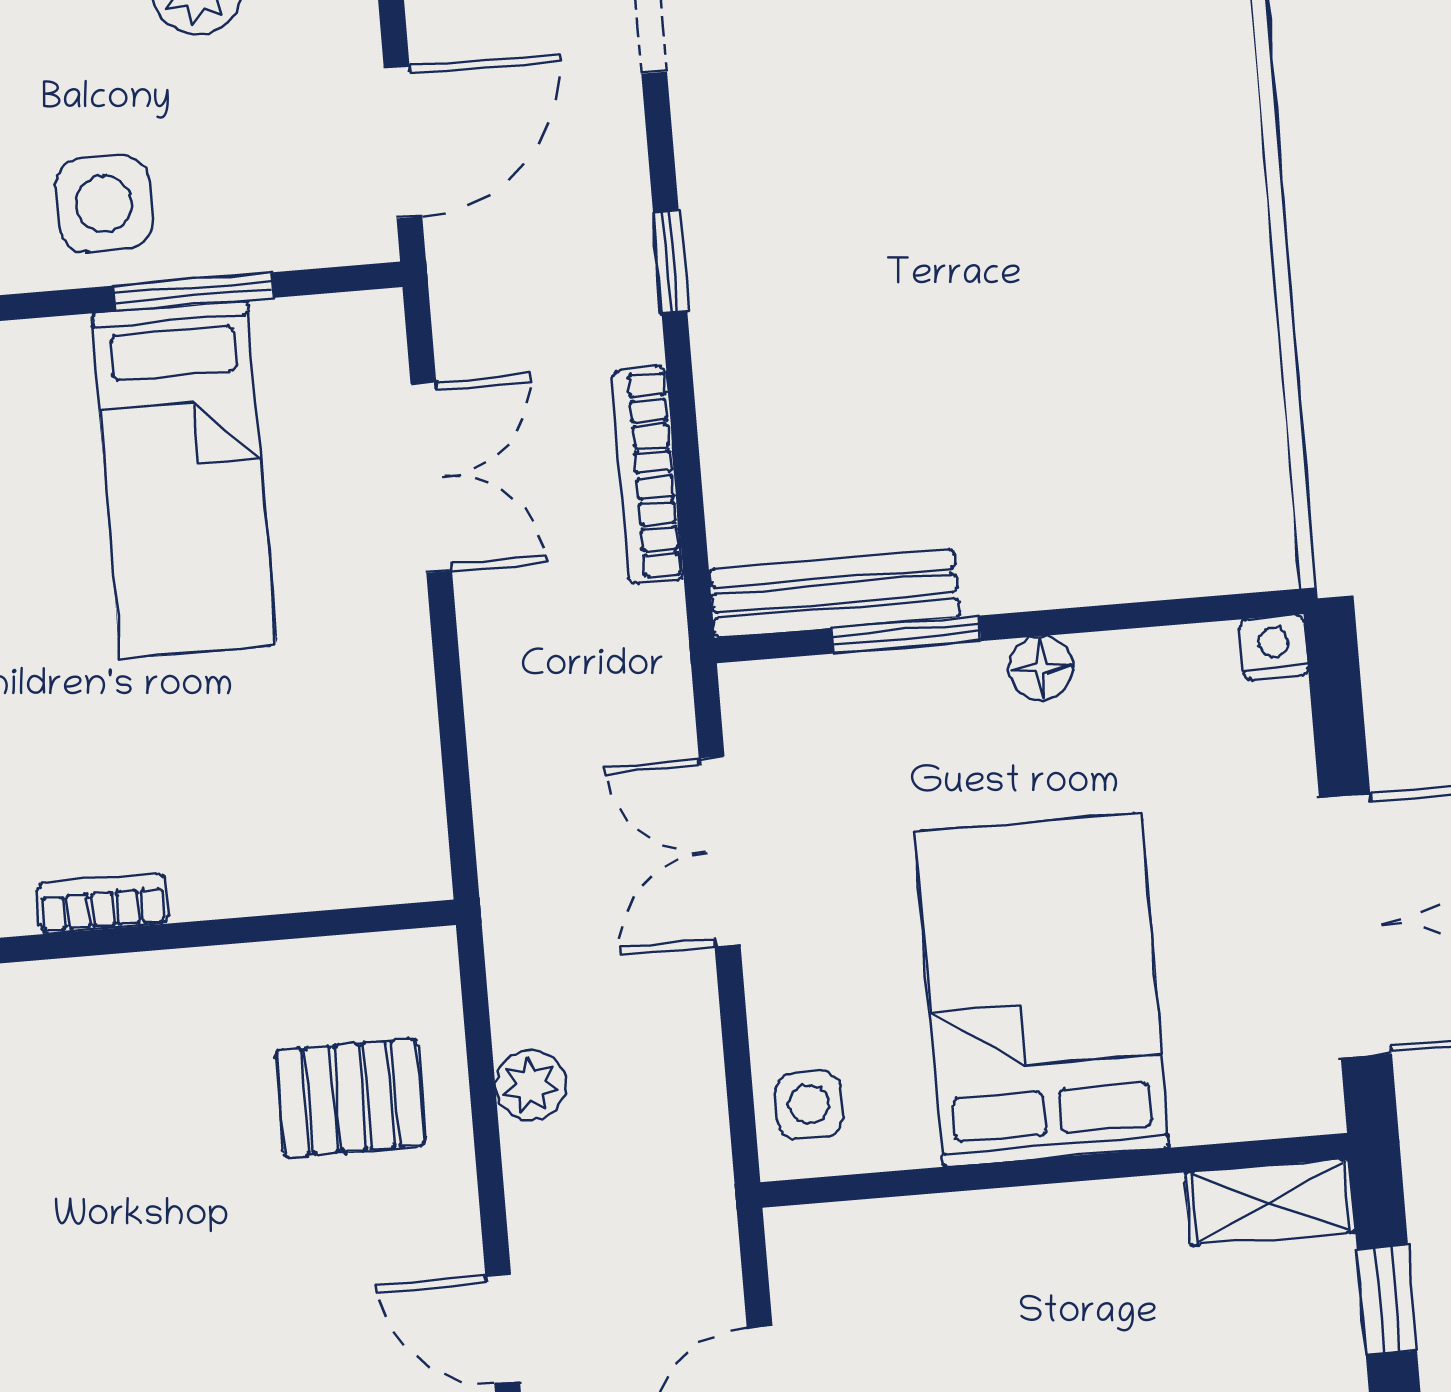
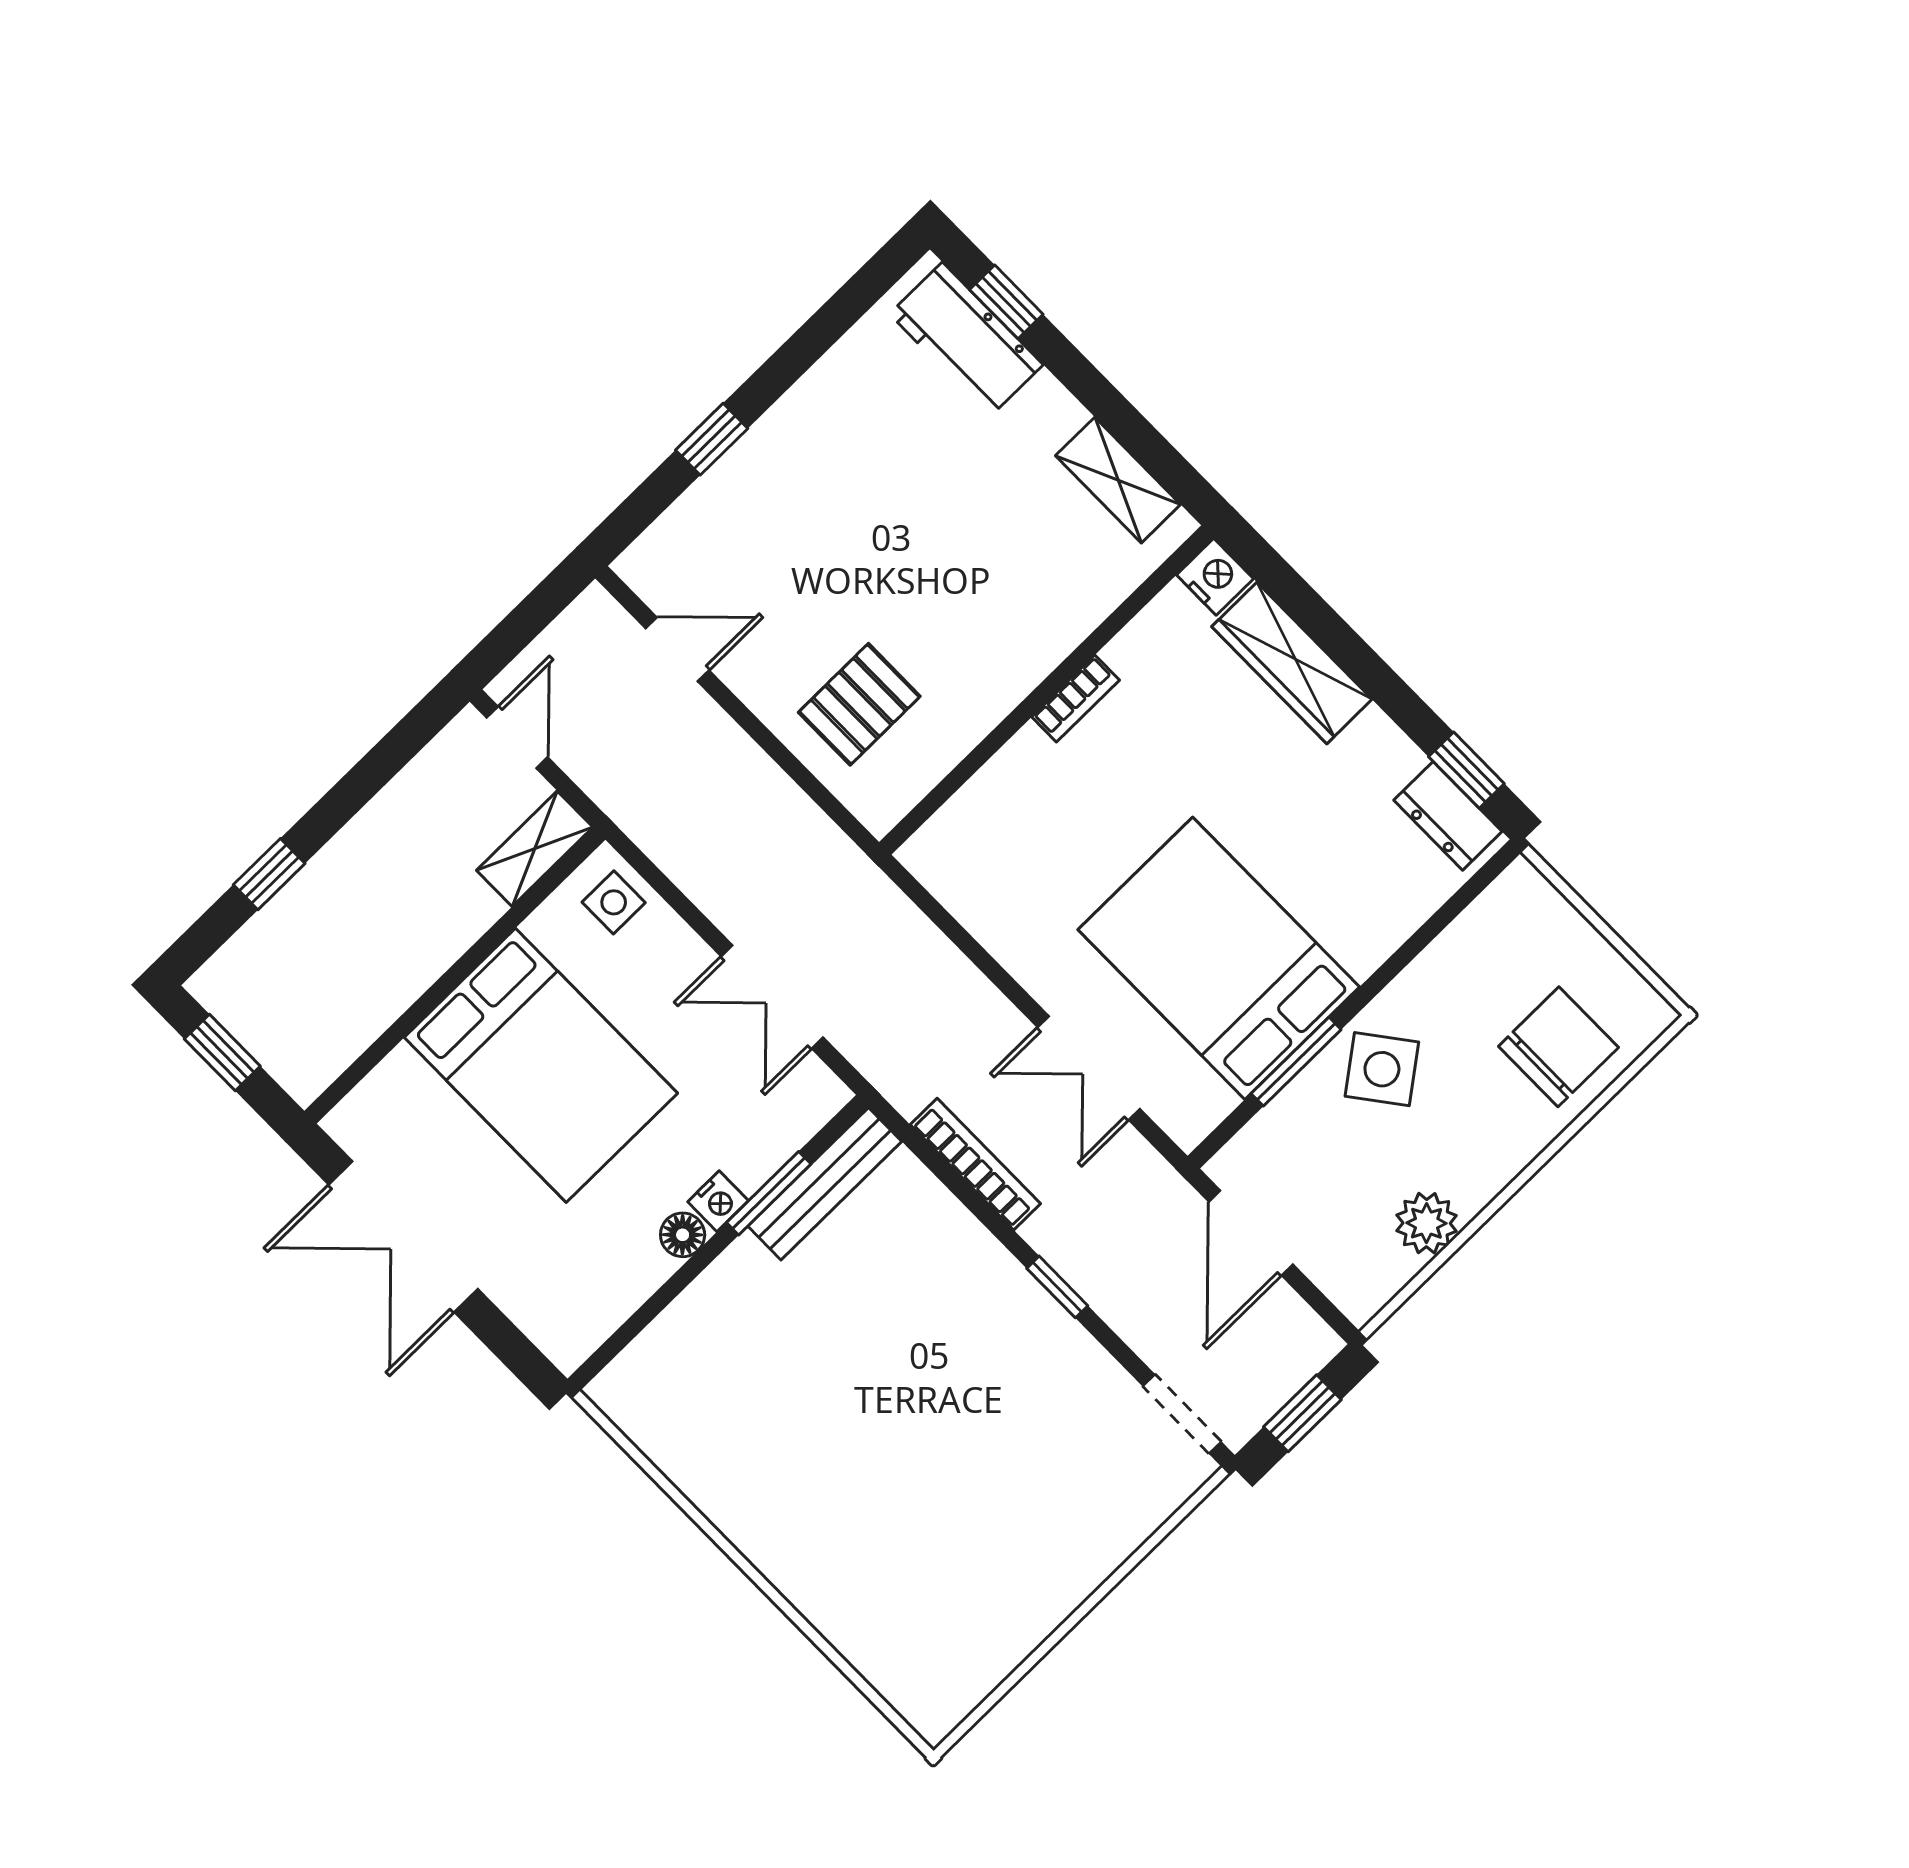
side table: (104, 204) -> (1382, 1069), turned -37
bed: (184, 479) -> (1219, 958), width x1.50
nightstand: (1274, 647) -> (718, 1201), moved
double door: (720, 851) -> (772, 997), swing flipped
plant: (530, 1085) -> (769, 790), removed
shelving: (1270, 1202) -> (535, 849), moved

